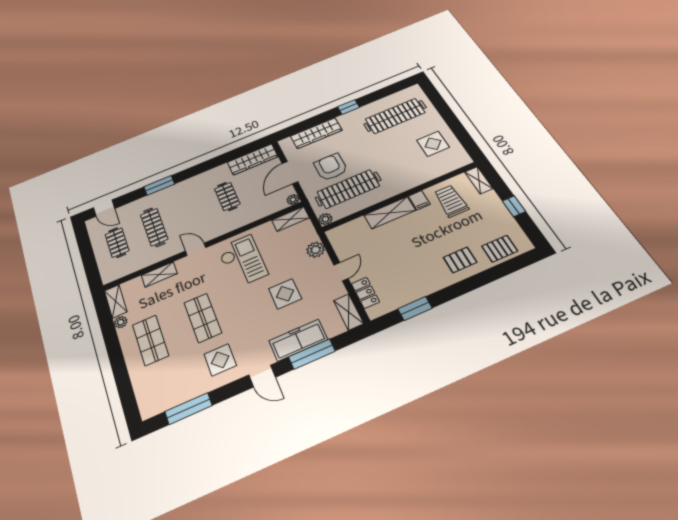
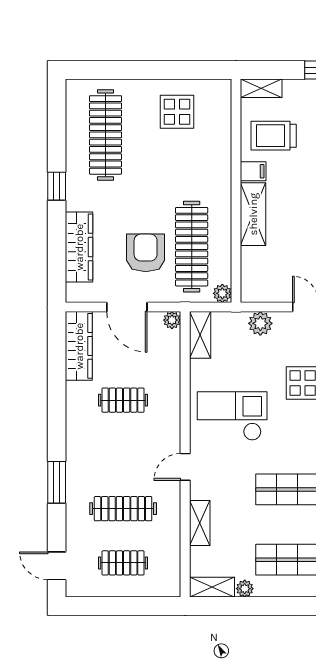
armchair: (331, 167) -> (146, 253), turned 90
door: (104, 208) -> (57, 566), swing flipped

